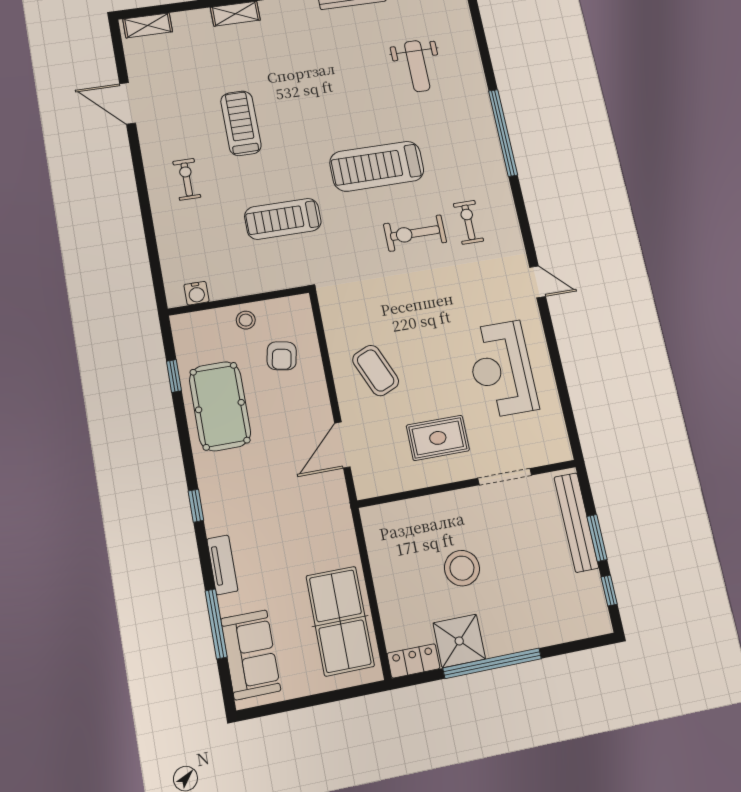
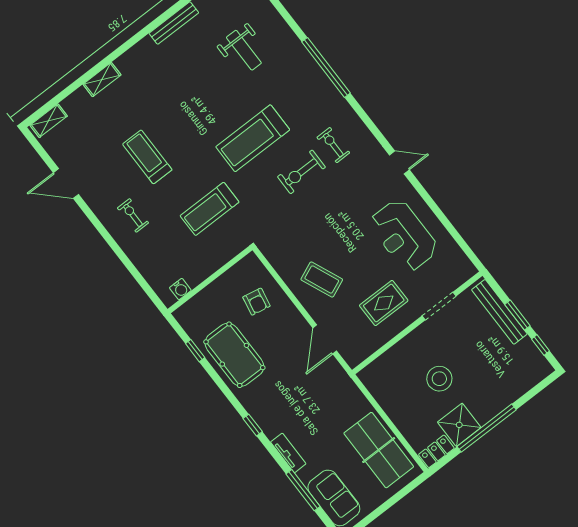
stool: (246, 320) -> (221, 290), removed

